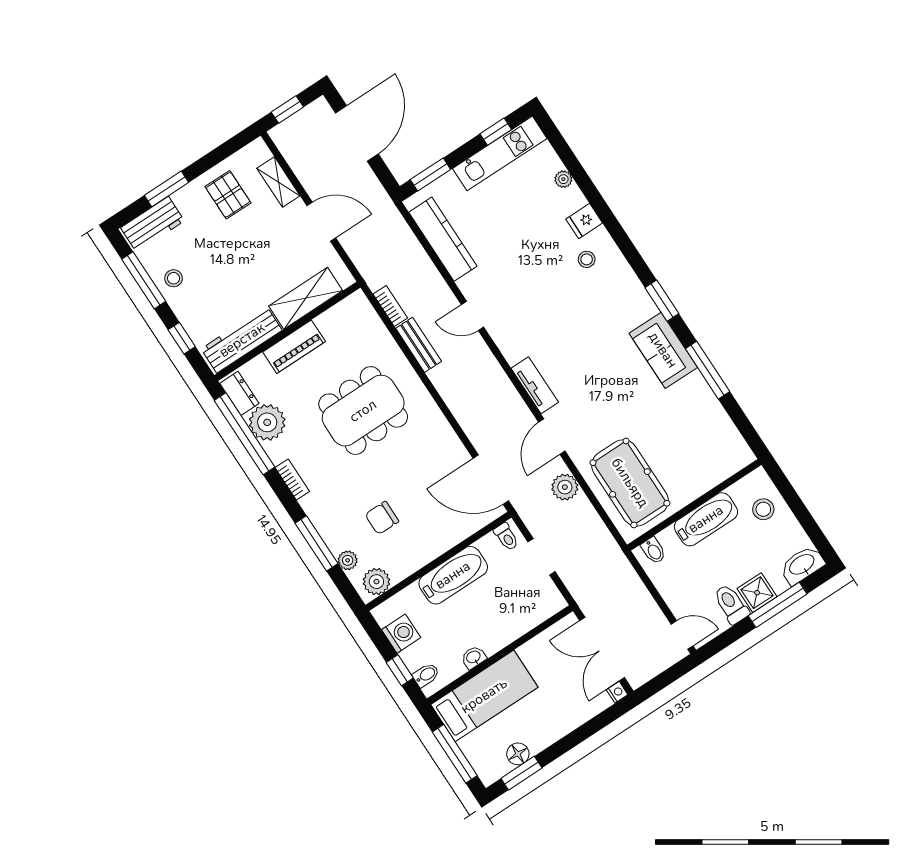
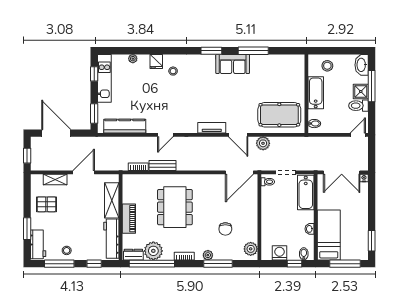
plant: (348, 560) -> (208, 255), moved
bathtub: (453, 575) -> (306, 193), moved, turned 180
floor lamp: (518, 754) -> (362, 237), removed

